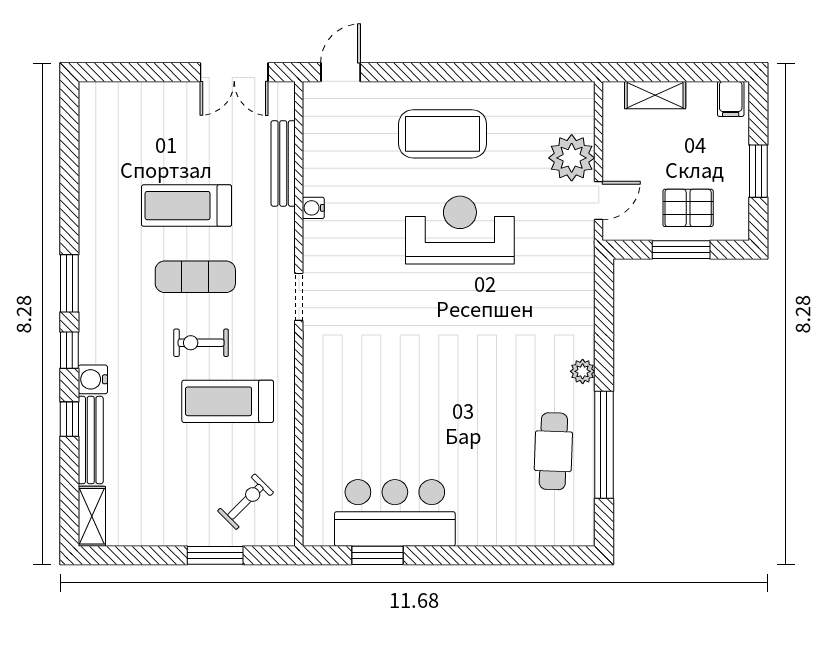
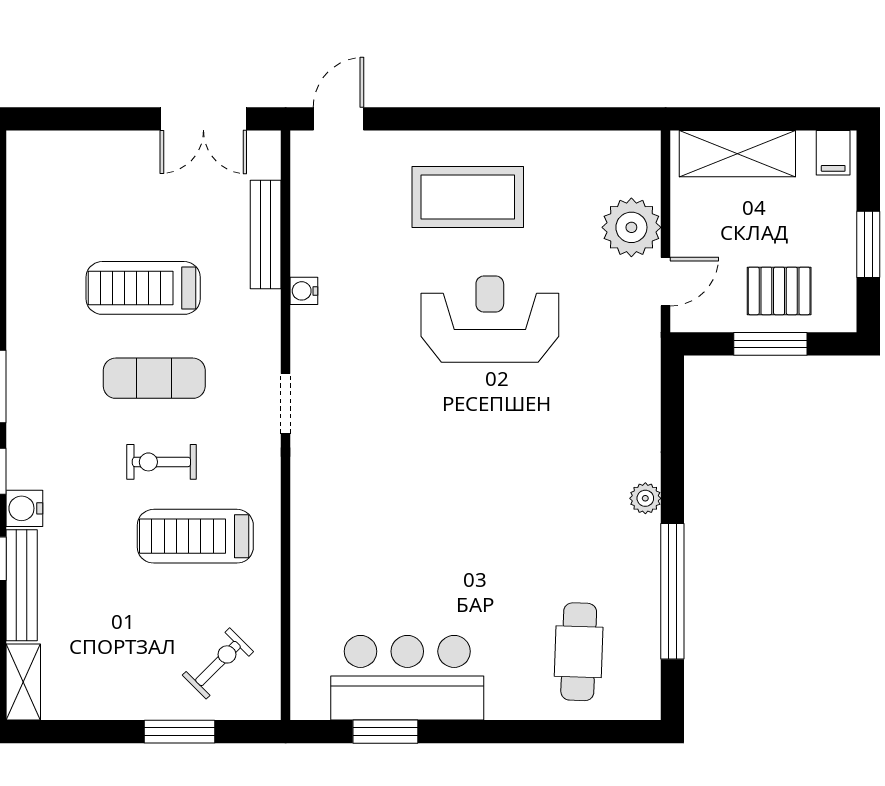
shelving: (655, 95) -> (737, 154), width x1.50, depth x1.33
cafe table: (553, 451) -> (579, 652), moved

